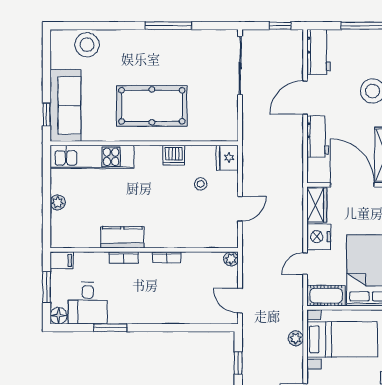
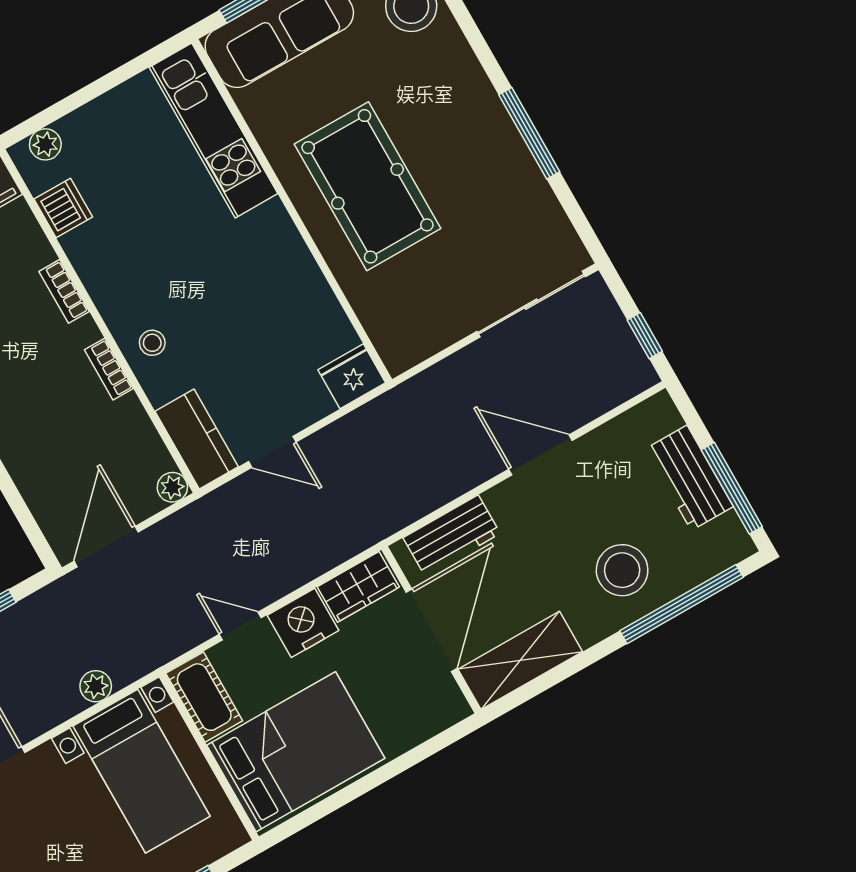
workbench: (319, 52) -> (689, 478), moved, turned 90
workbench: (318, 137) -> (452, 536), moved
dishwasher: (174, 155) -> (63, 208), moved, turned 180
stool: (201, 184) -> (152, 343), moved
plant: (58, 202) -> (45, 144), moved
kitchen counter: (122, 237) -> (197, 439), moved
door: (240, 301) -> (106, 547), width x1.38

